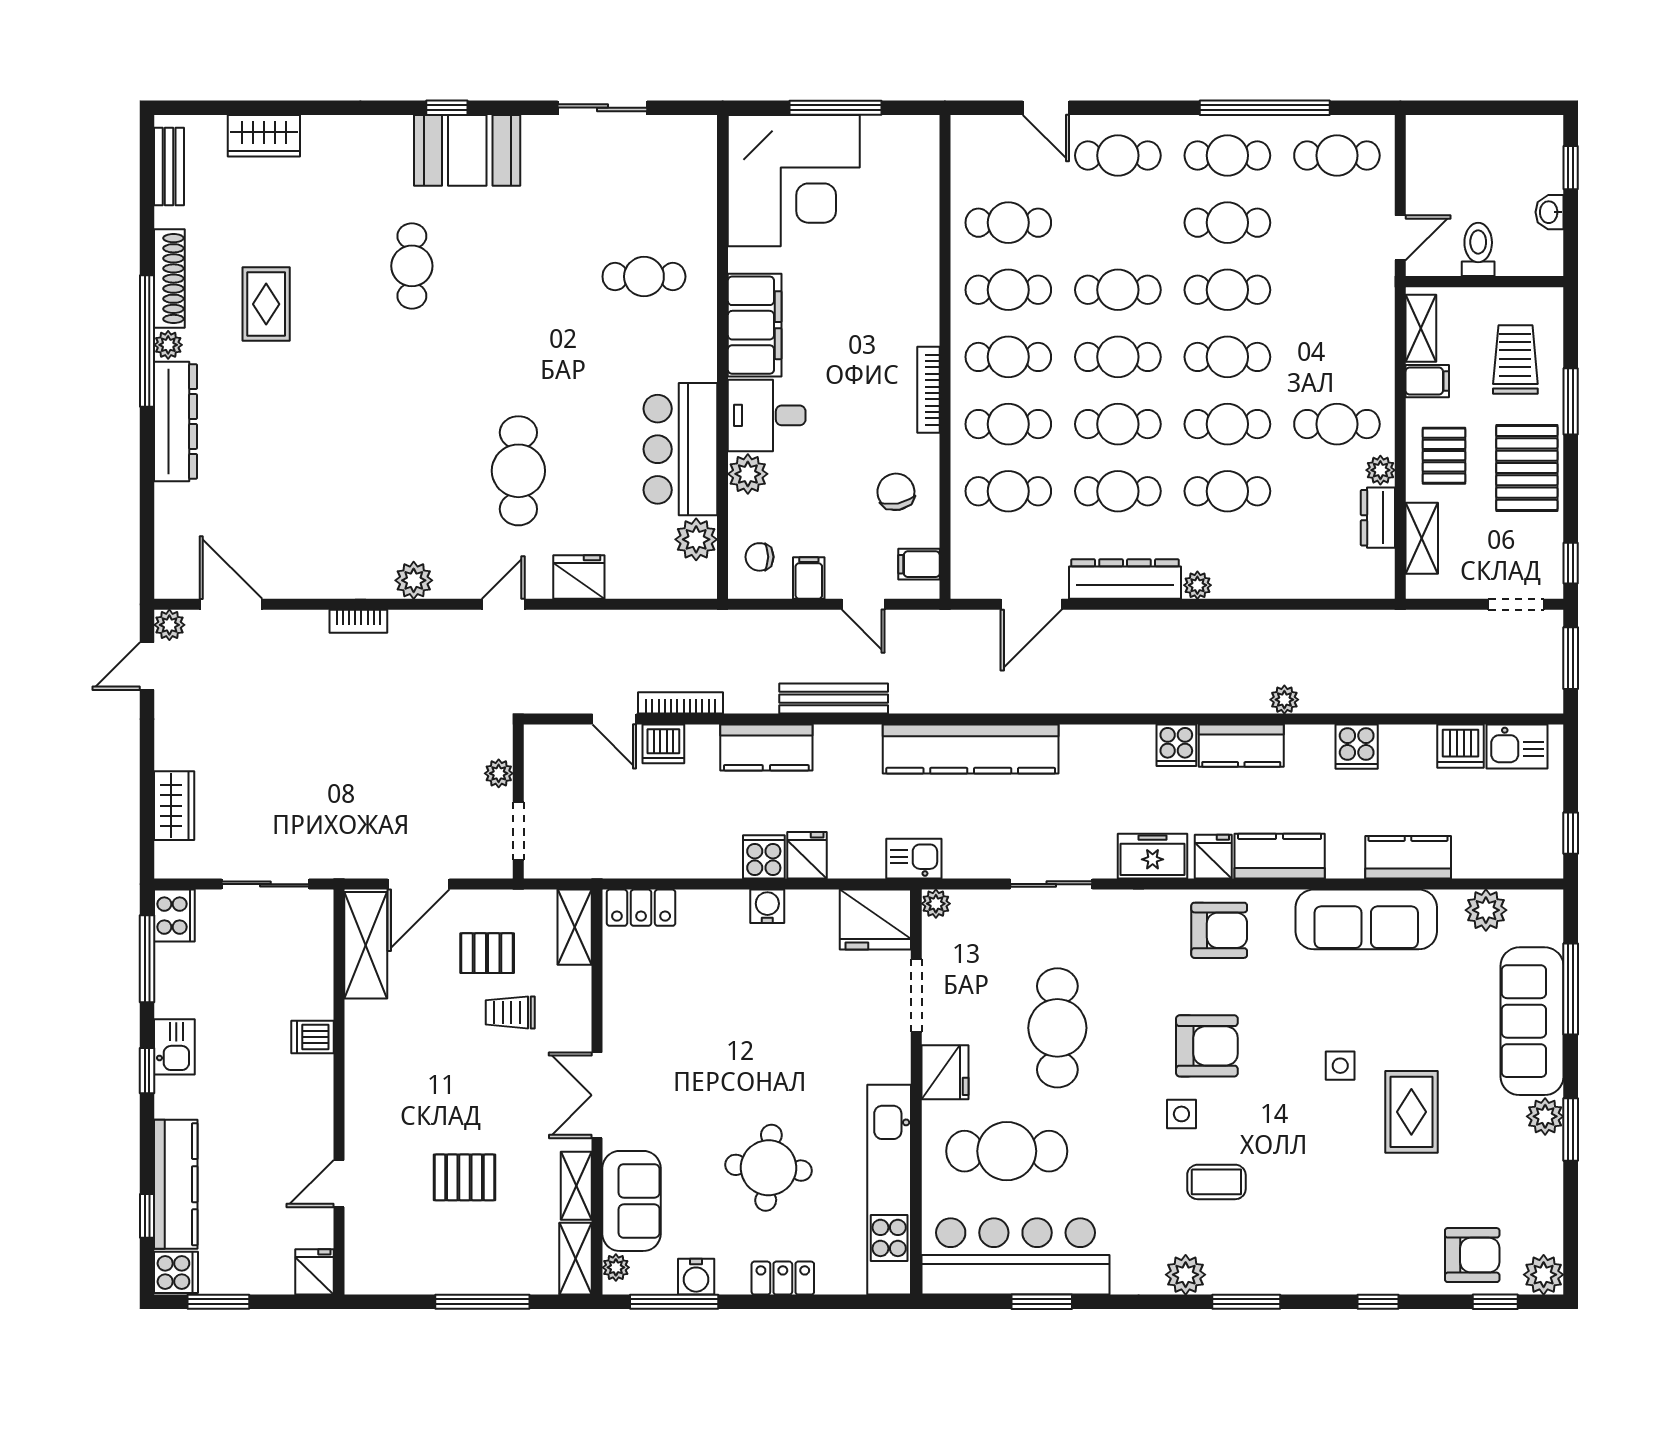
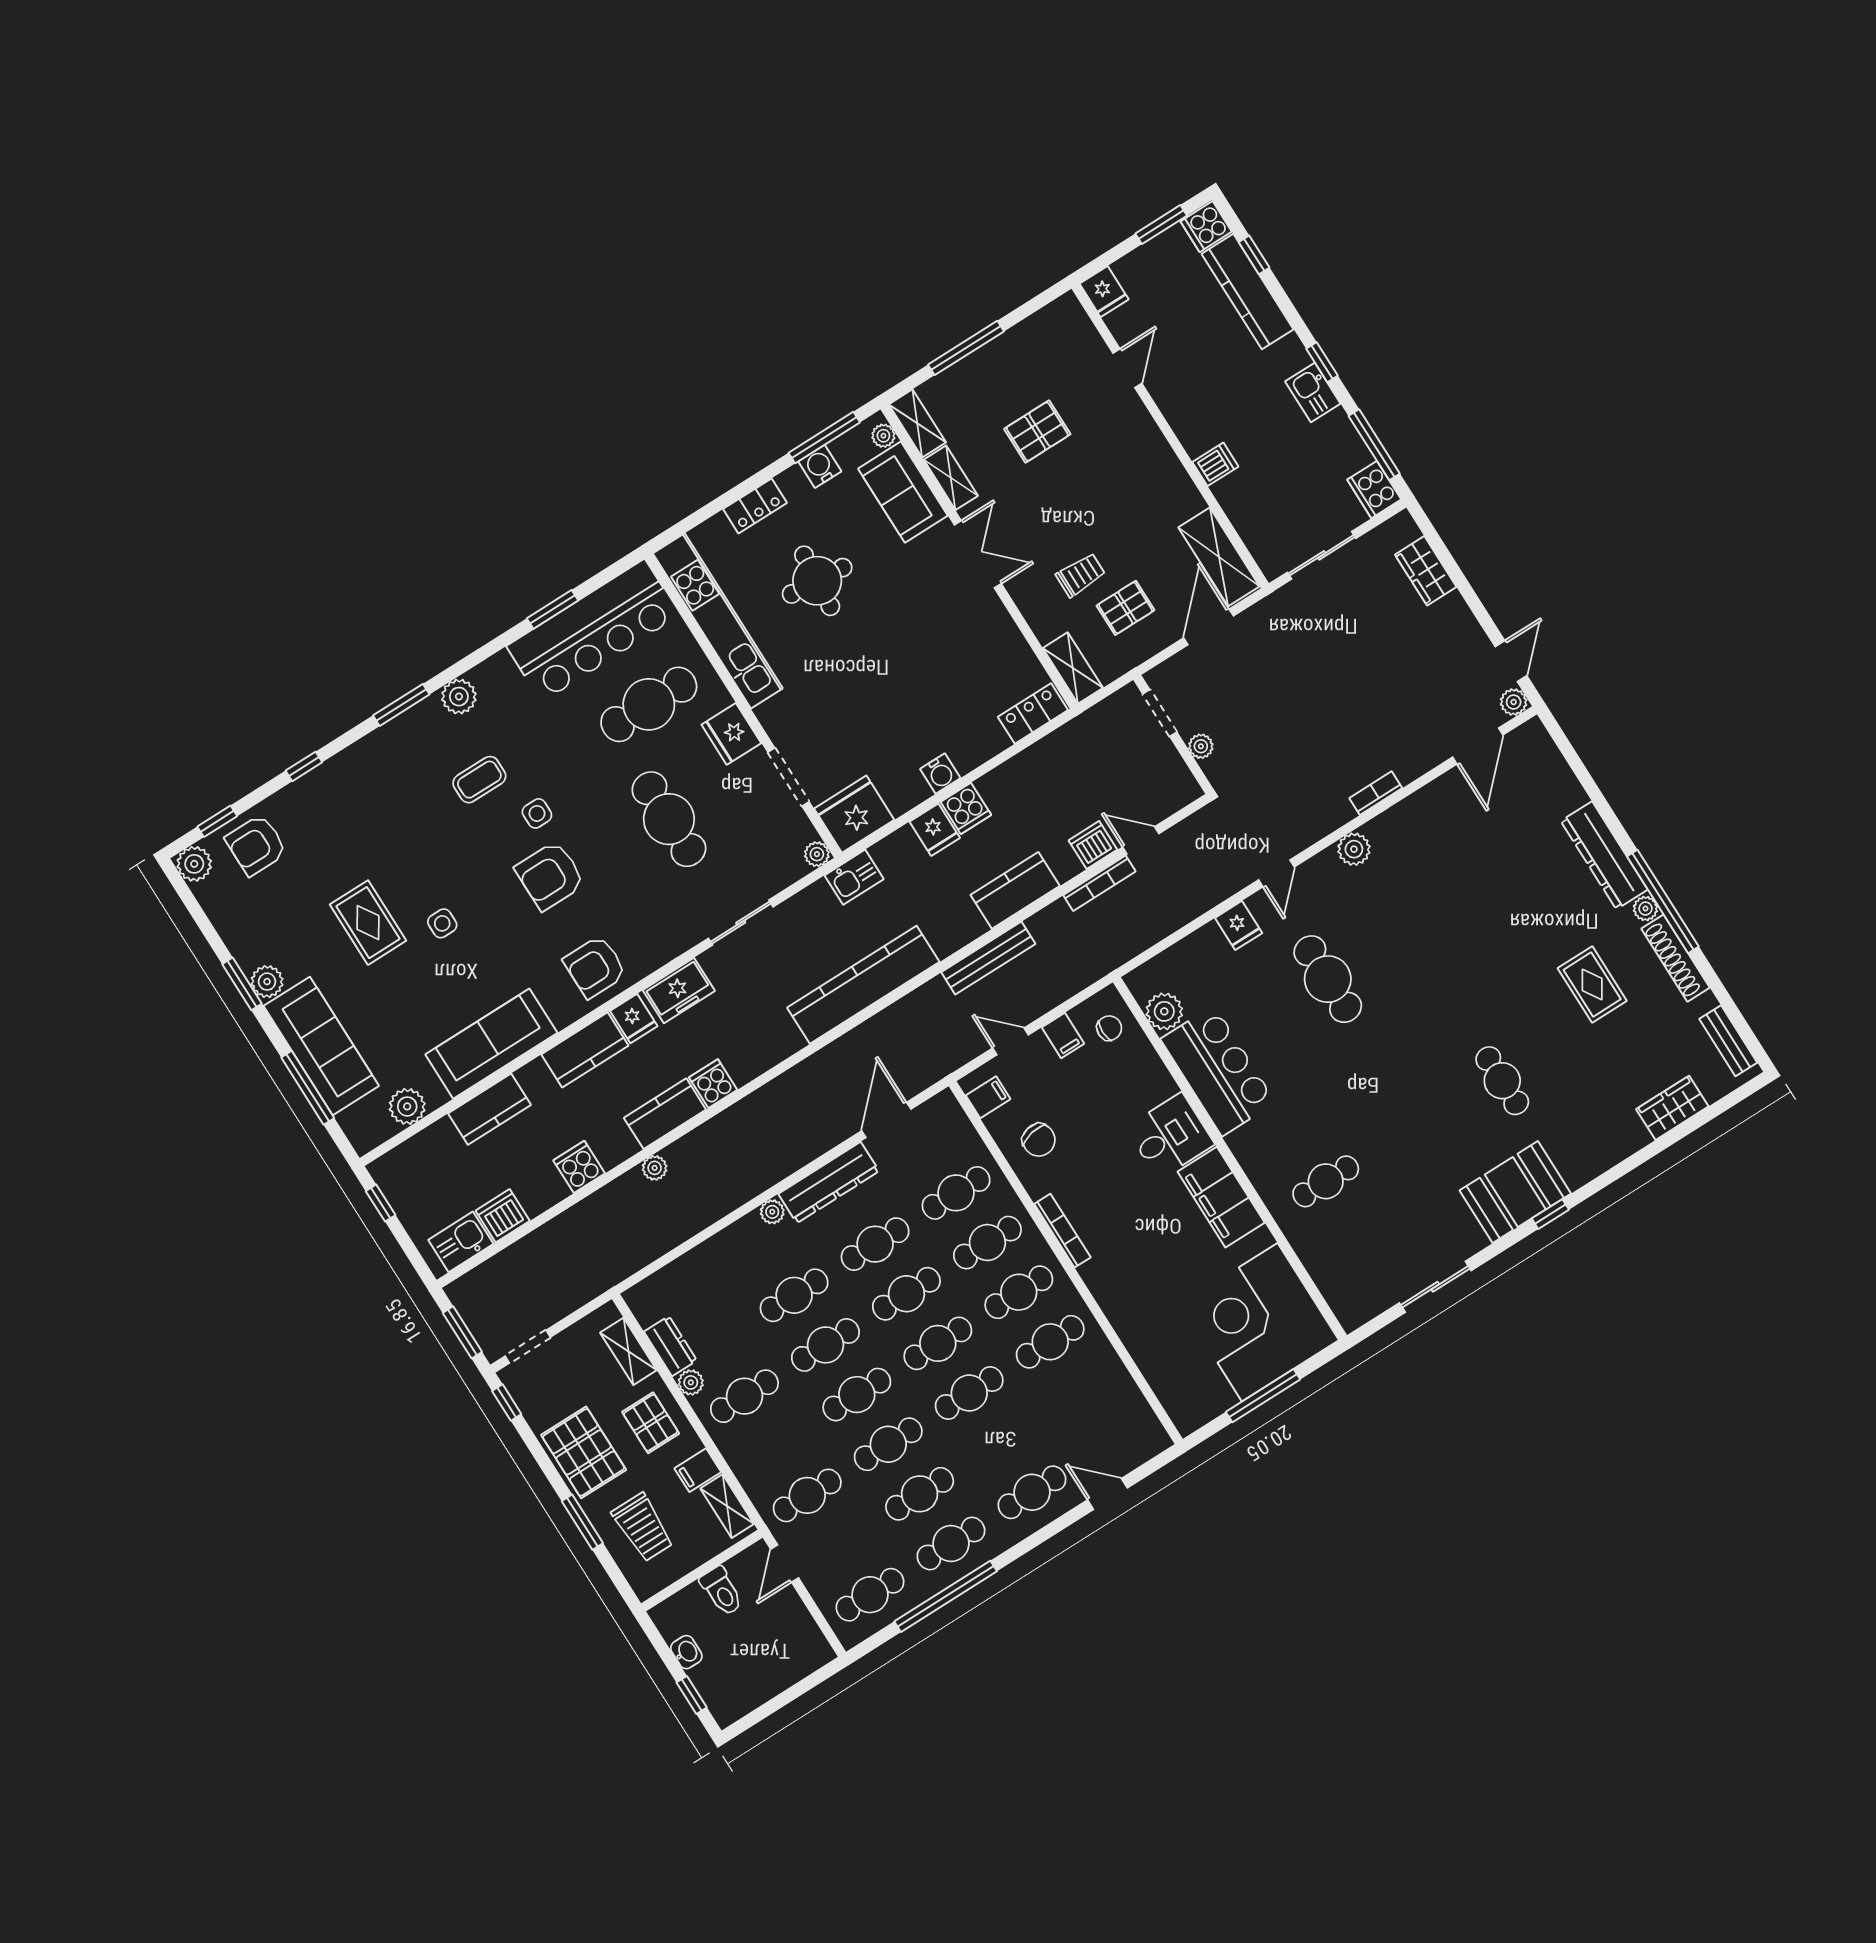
cafe table: (1008, 223) -> (807, 1495), moved
plant: (748, 474) -> (1157, 1084), removed
fridge: (579, 577) -> (1239, 925), width x0.72
door: (231, 604) -> (1478, 746), hinge flipped

